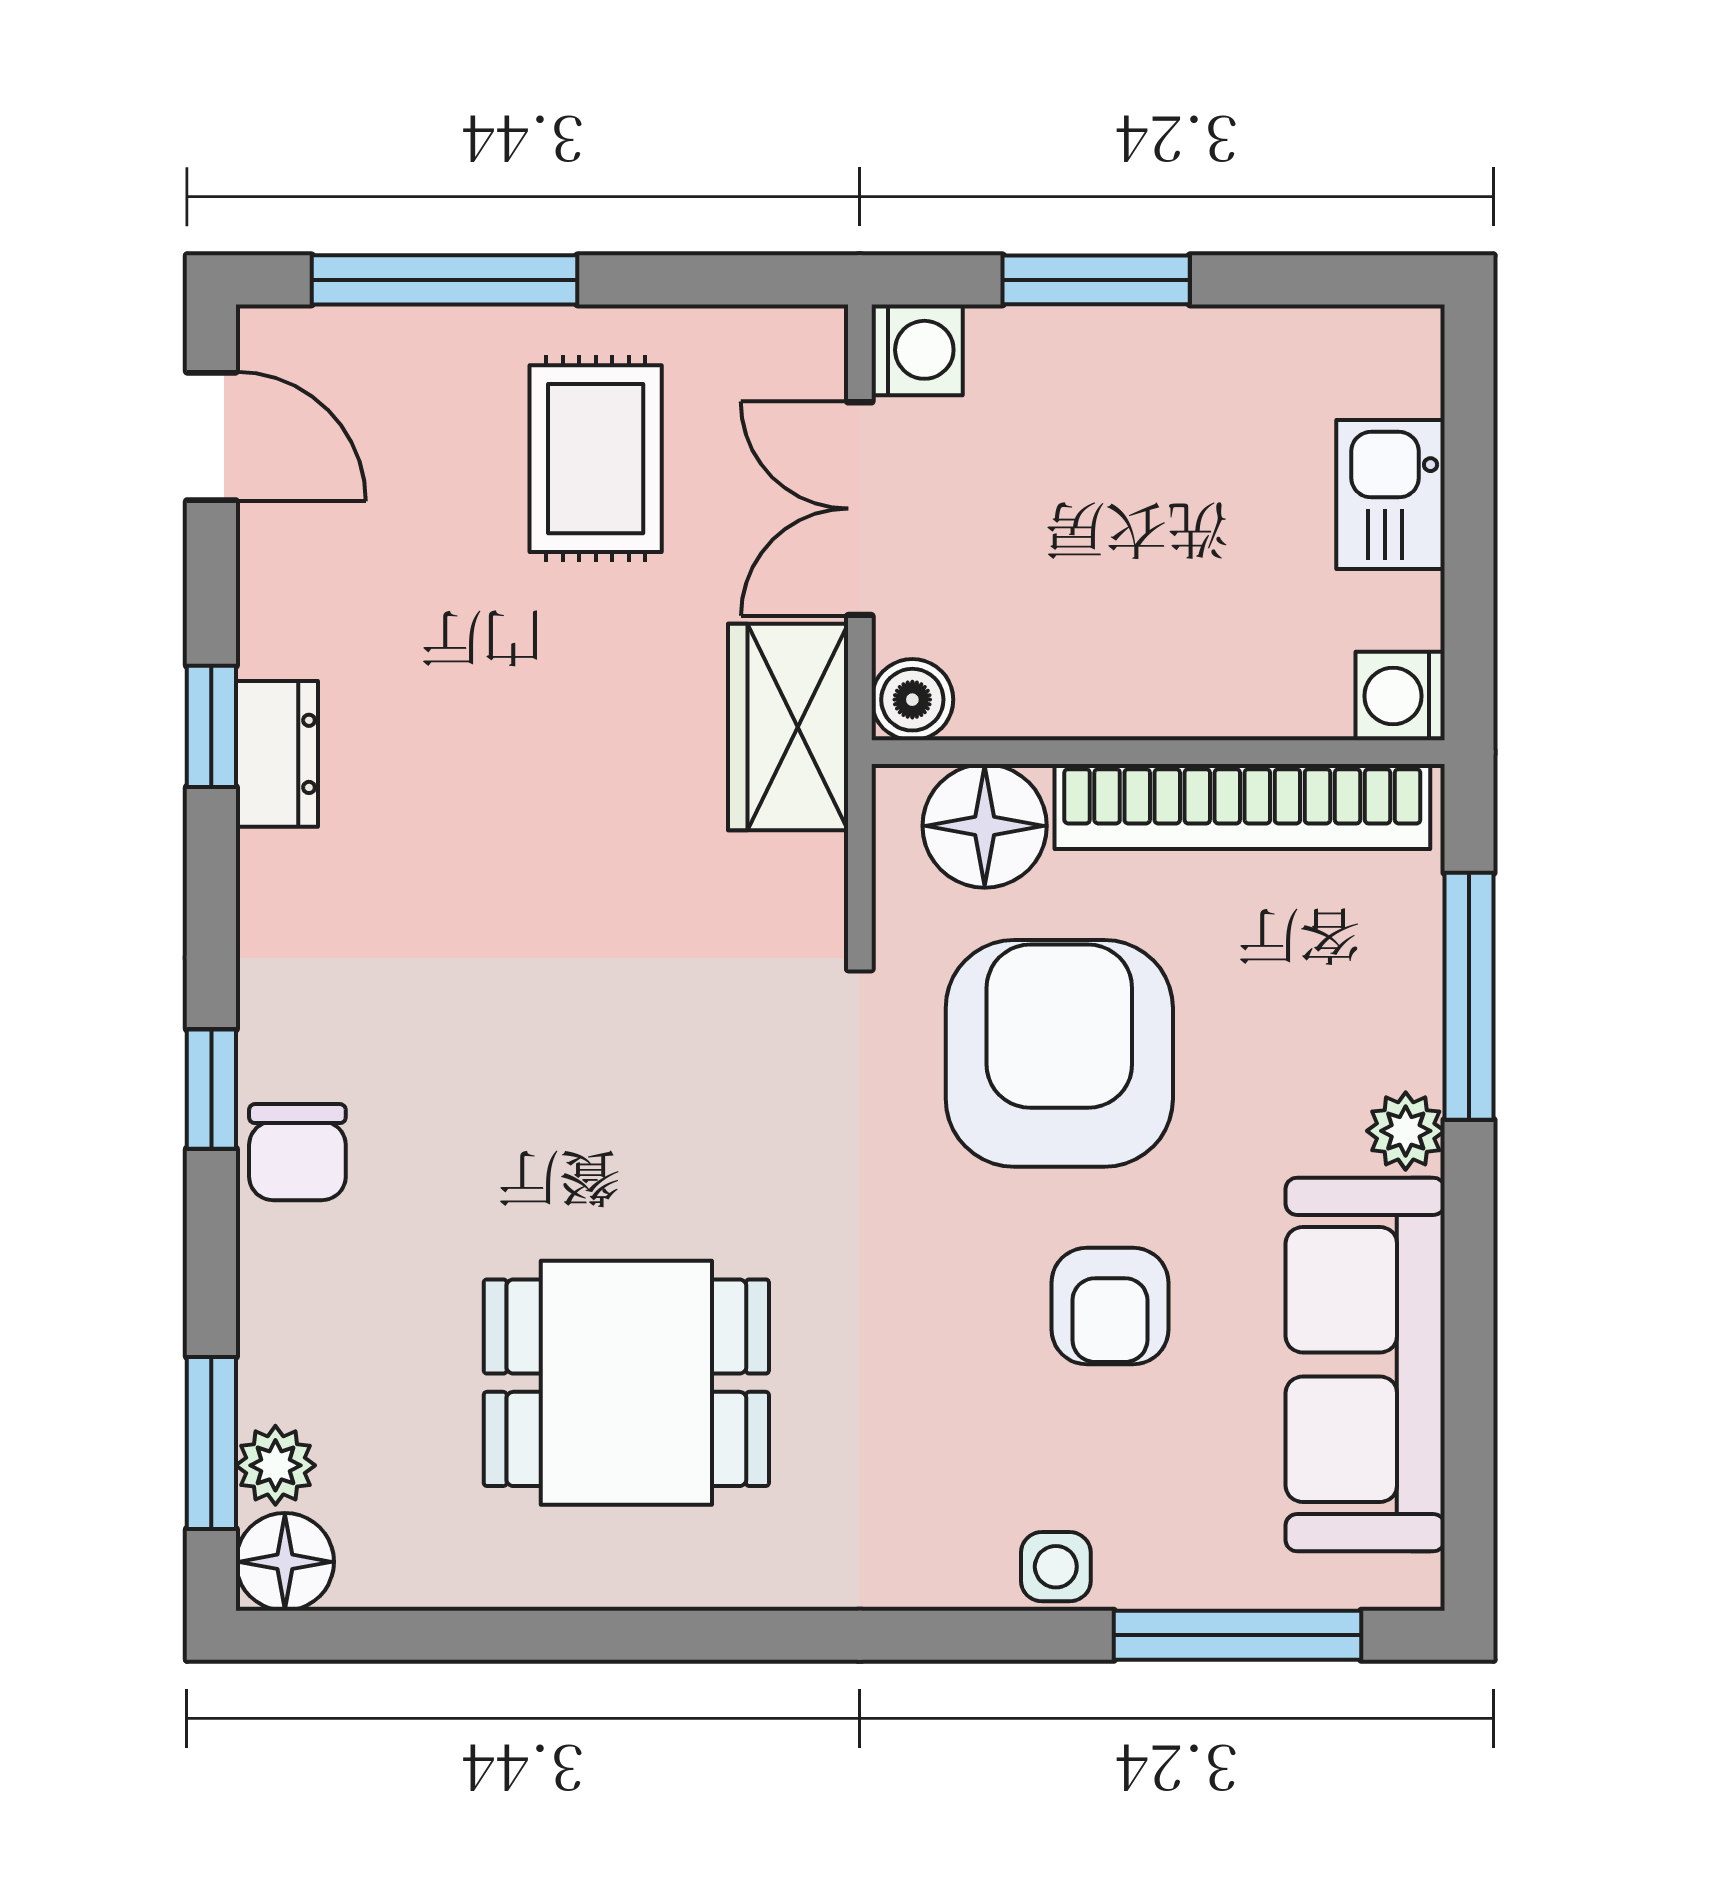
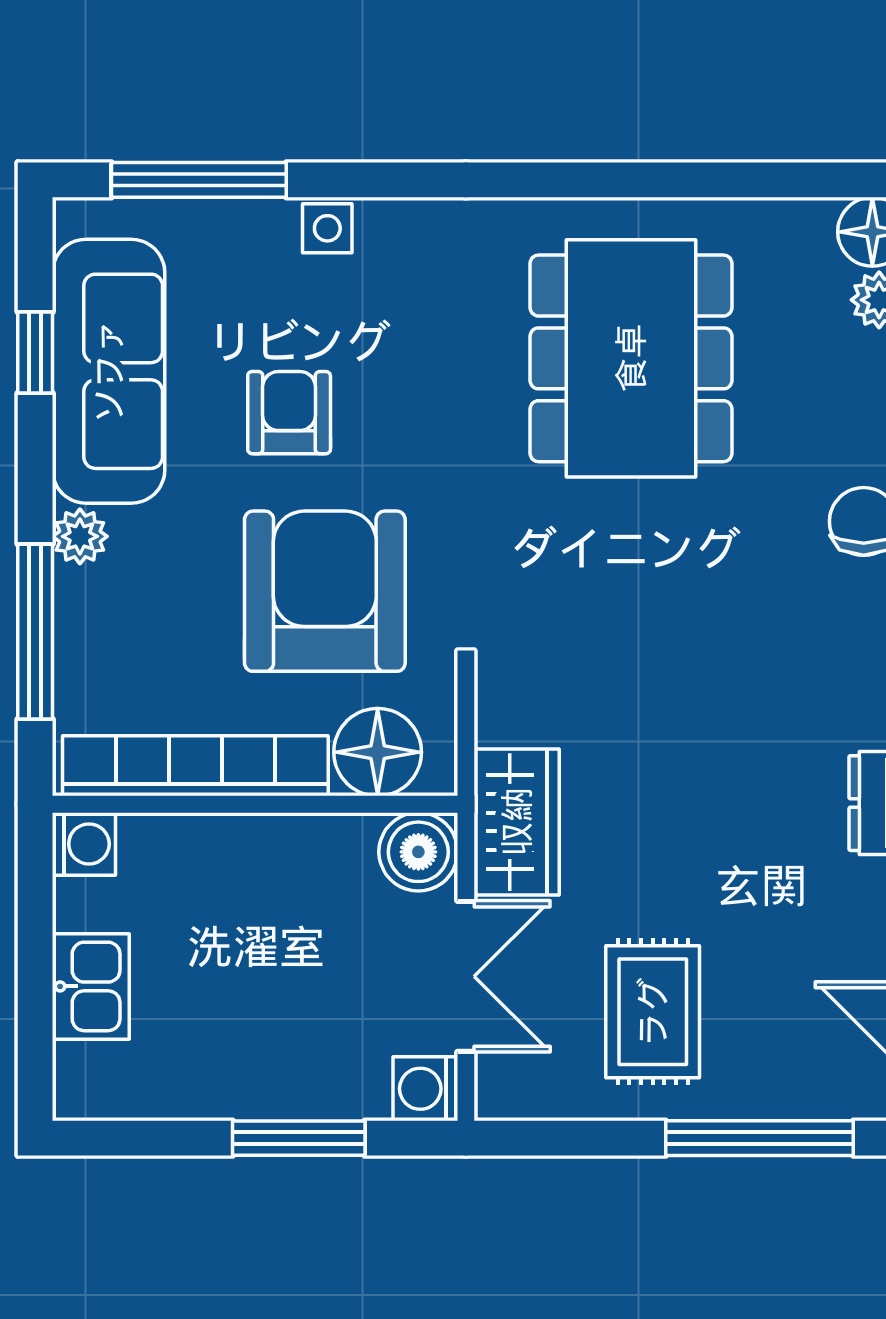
boiler: (912, 700) -> (418, 852), width x1.36, depth x1.36
armchair: (1059, 1053) -> (325, 591), turned 180
dining table: (626, 1383) -> (631, 358), width x1.37
window: (1469, 1391) -> (35, 352), added

